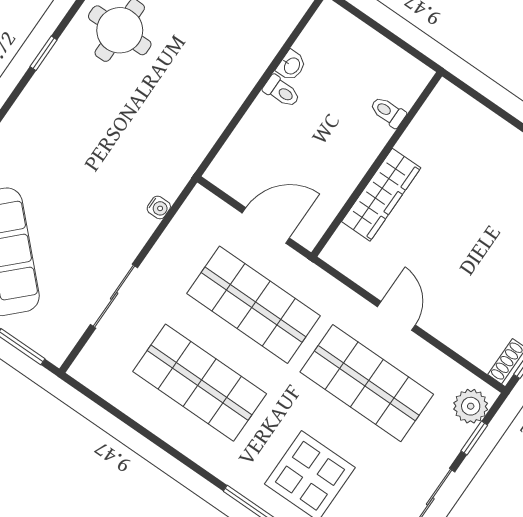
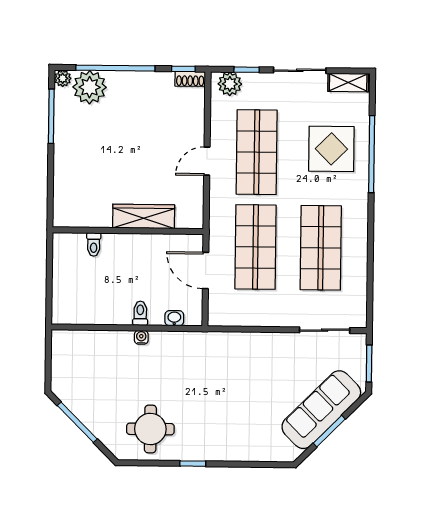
washbasin: (291, 66) -> (174, 318), moved
toilet: (282, 91) -> (140, 313), moved
water cooler: (159, 207) -> (141, 337), moved
sliding door: (114, 296) -> (325, 330), moved

